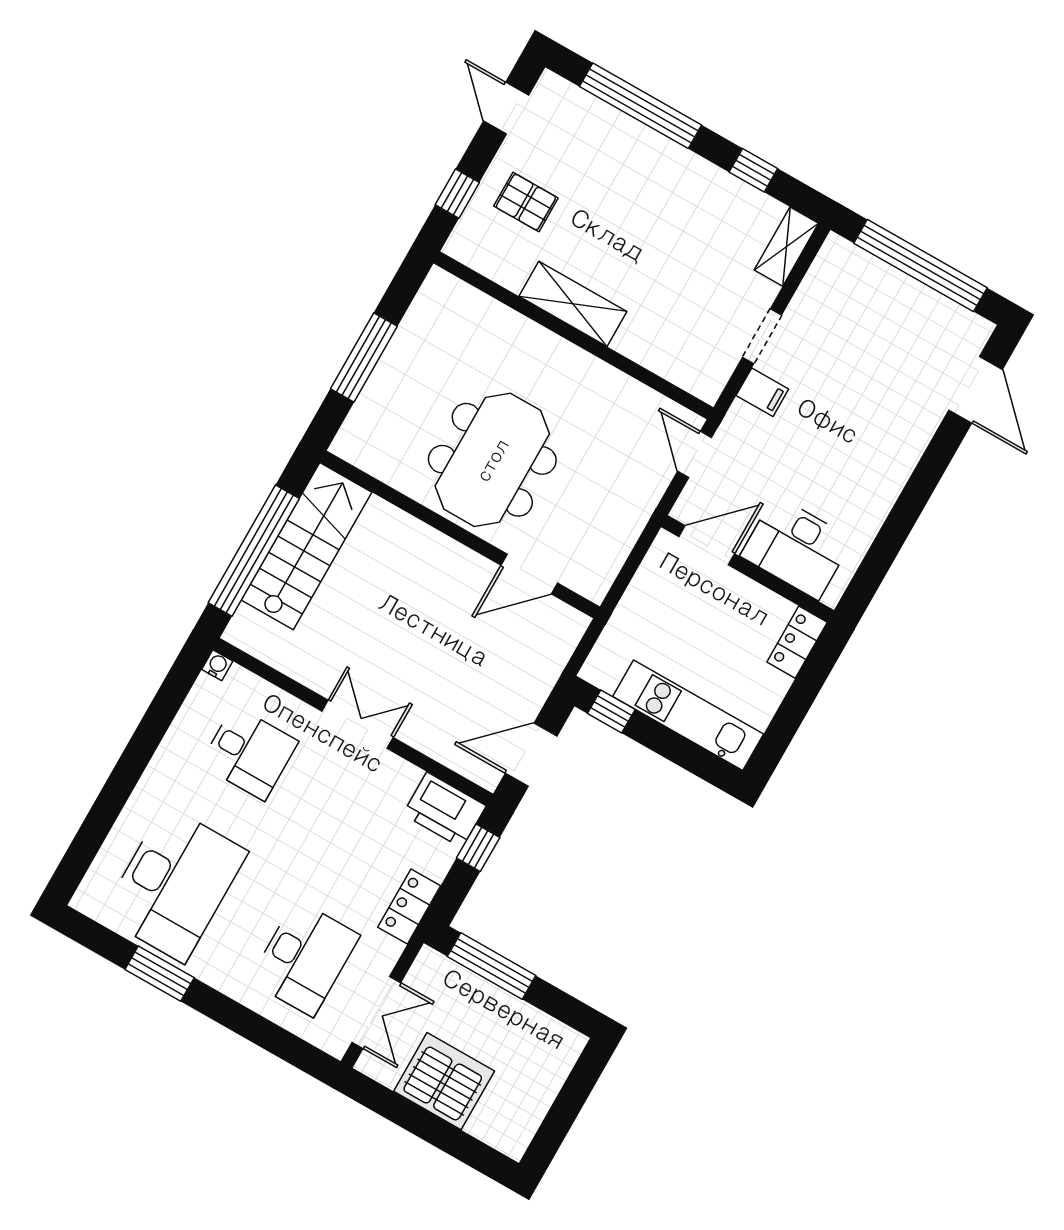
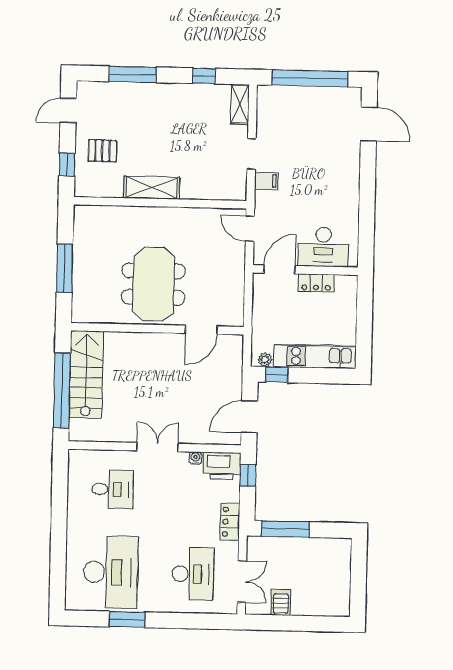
window: (641, 106) -> (133, 74), width x0.68
door: (506, 108) -> (68, 111), hinge flipped
locker: (797, 642) -> (316, 283), moved, turned -90
water cooler: (217, 665) -> (195, 458), moved
plant: (606, 678) -> (265, 360), added
server rack: (444, 1081) -> (281, 602), width x0.46, depth x0.70

